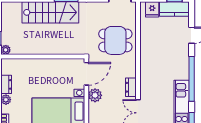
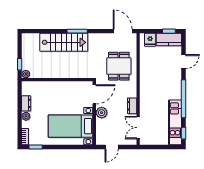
dining table: (115, 40) -> (119, 66), turned 90

